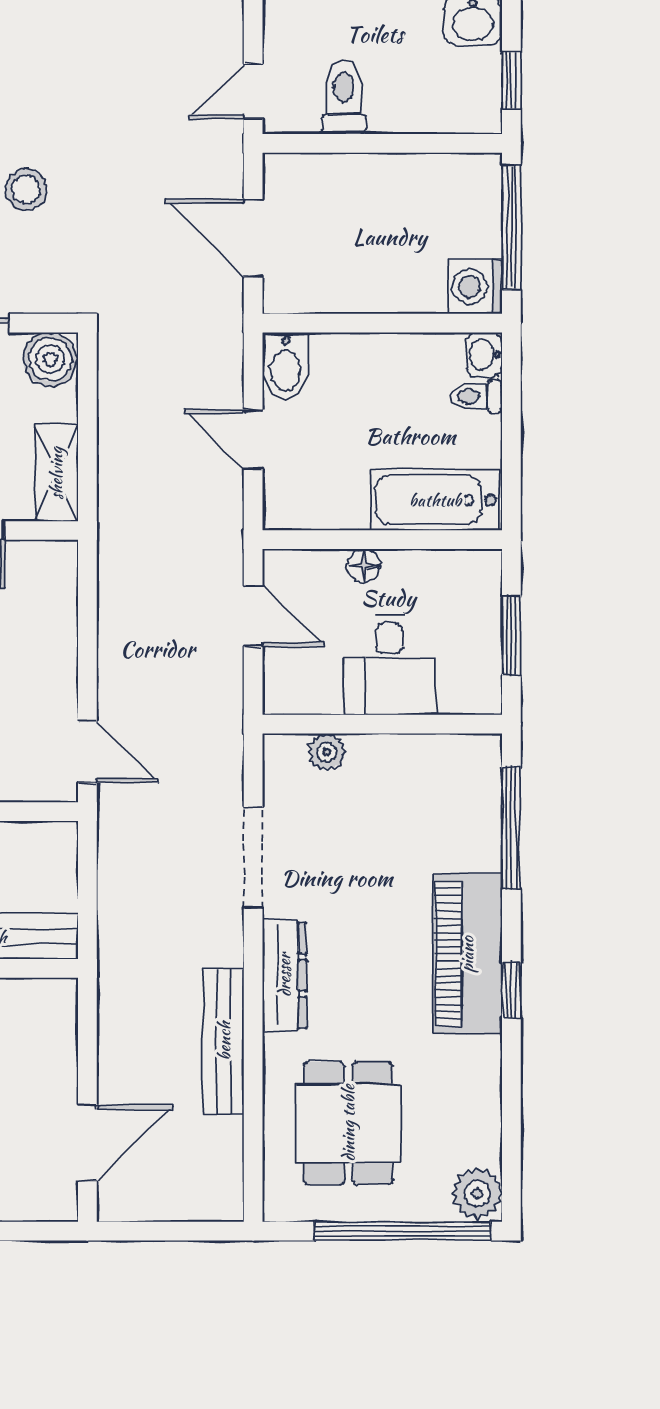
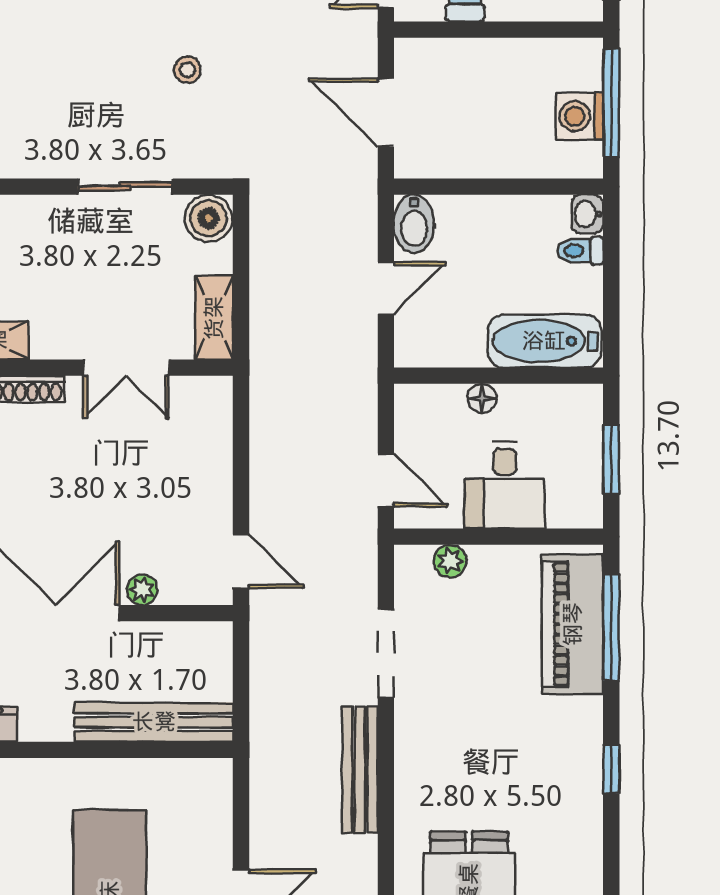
stool: (26, 189) -> (188, 70), width x0.73, depth x0.73
washing machine: (475, 287) -> (579, 116), moved
door: (253, 439) -> (386, 288), swing flipped
door: (253, 616) -> (386, 480), moved
piano: (467, 954) -> (573, 624), moved
dresser: (284, 975) -> (413, 756), removed
bench: (224, 1041) -> (360, 770), moved

